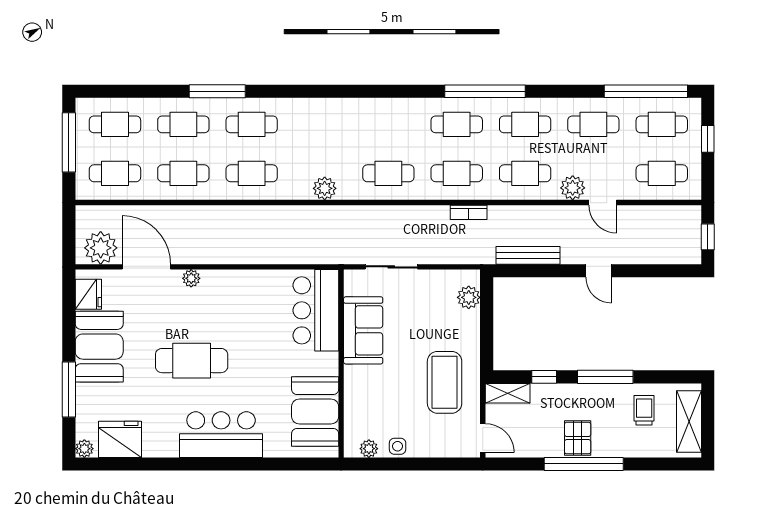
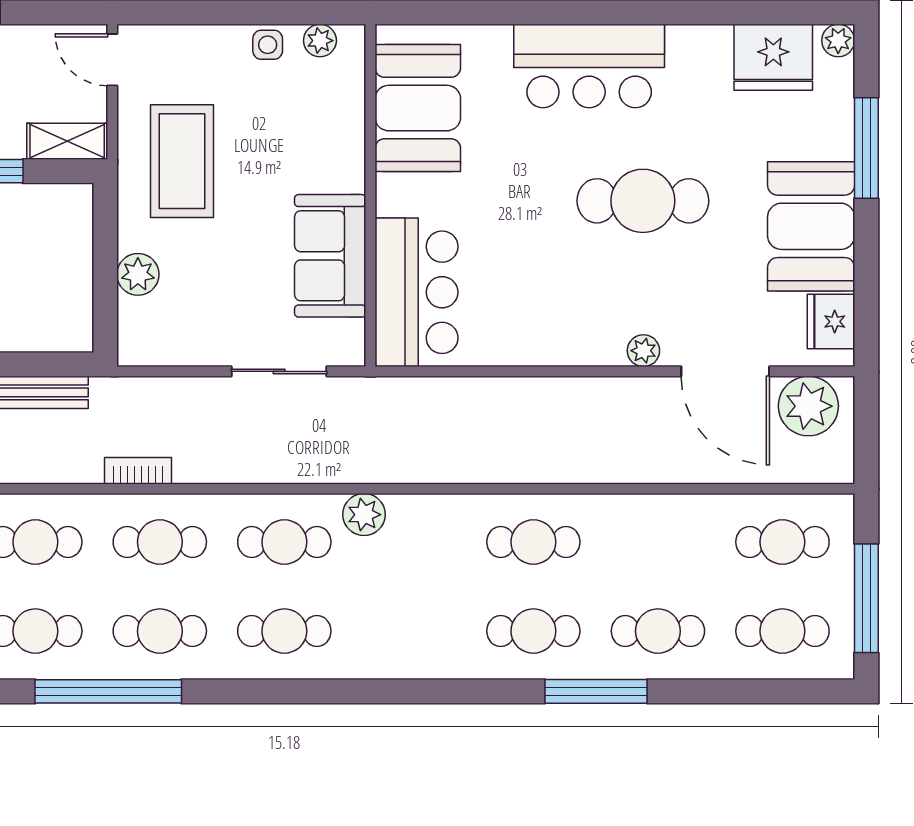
cafe table: (183, 173) -> (284, 631), moved
plant: (325, 188) -> (364, 515), moved
plant: (469, 297) -> (138, 274), moved

